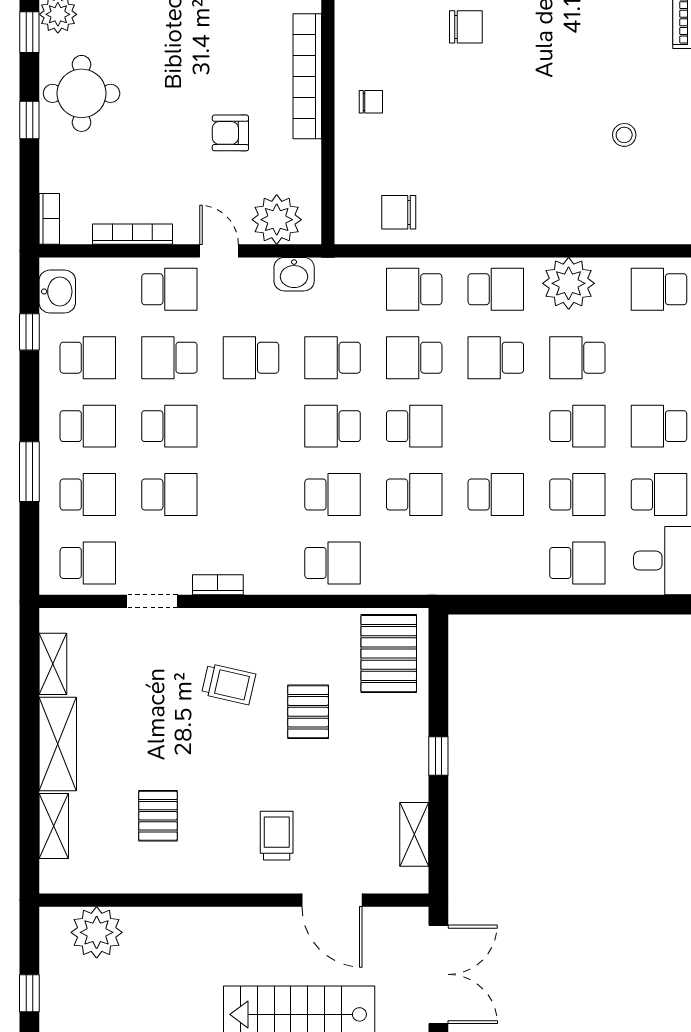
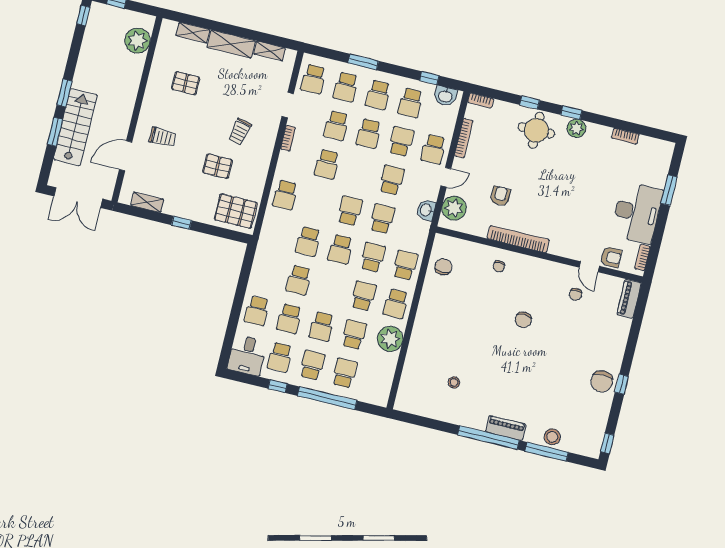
school desk: (659, 289) -> (345, 373), moved
school desk: (333, 495) -> (327, 164), moved

